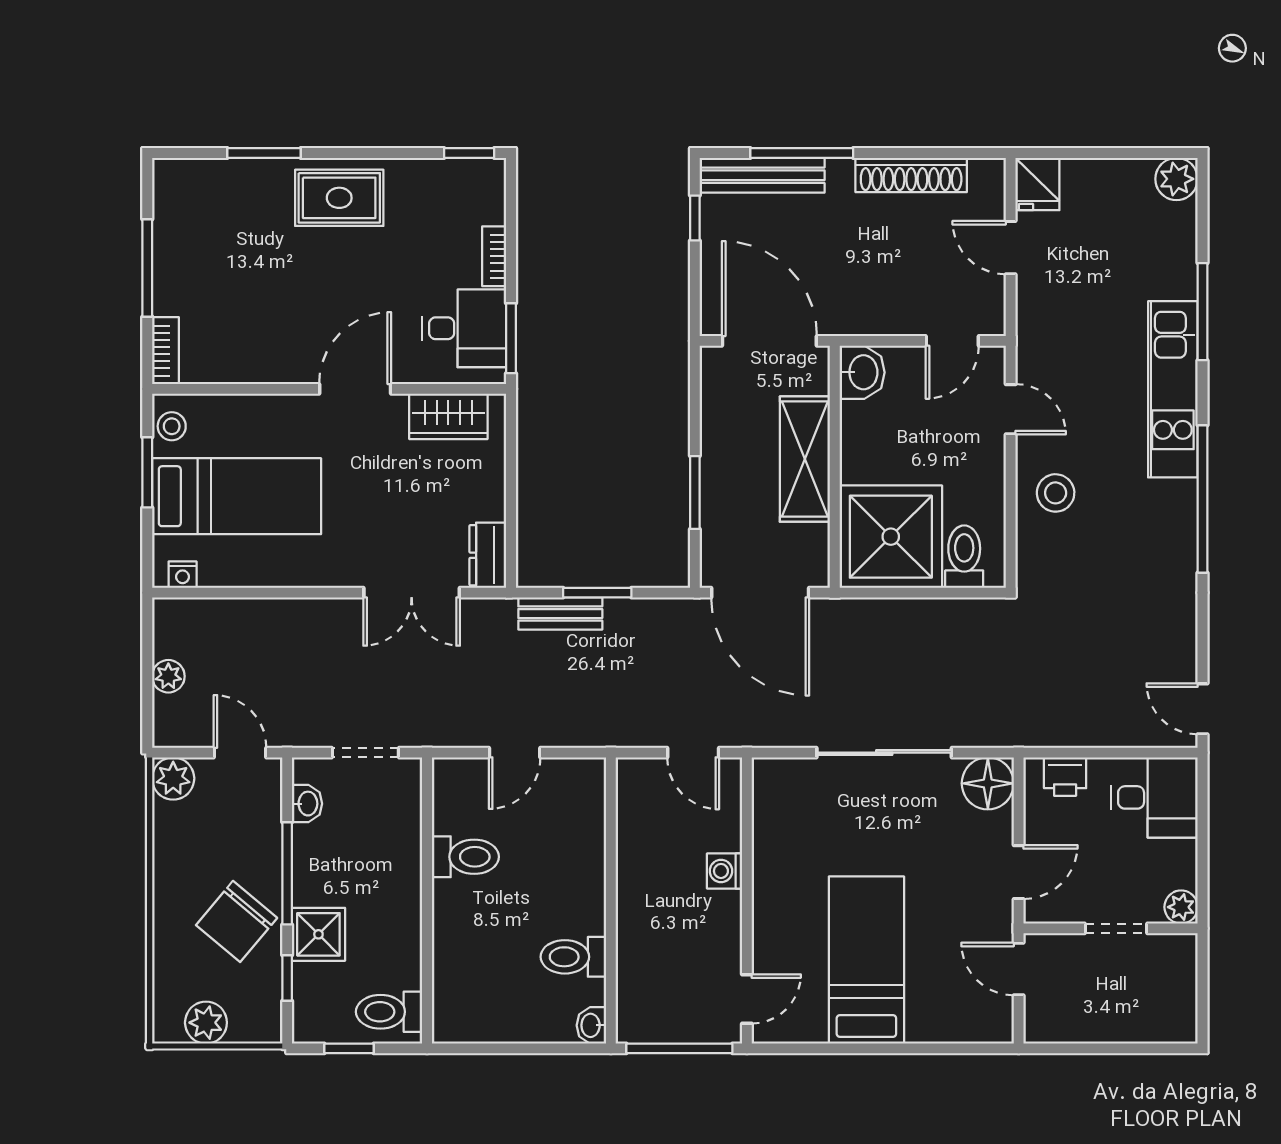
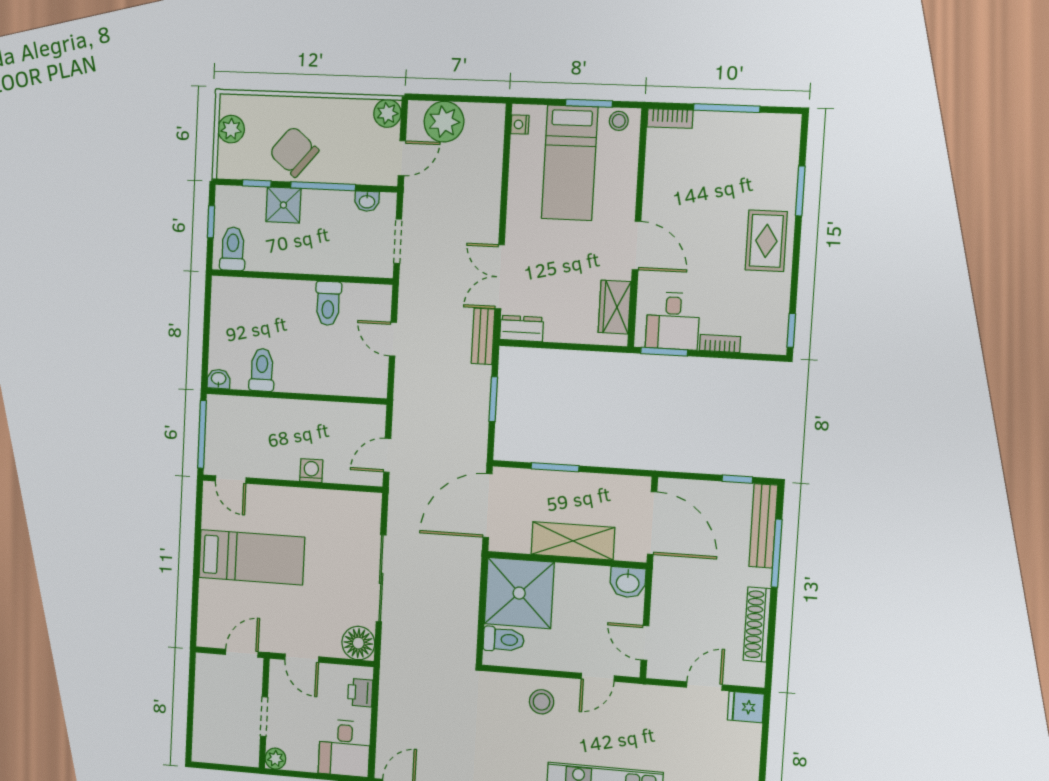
door: (769, 341) -> (652, 523), hinge flipped
bench: (560, 614) -> (483, 336), moved
plant: (168, 676) -> (444, 122), width x1.87, depth x1.87

